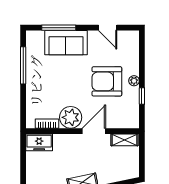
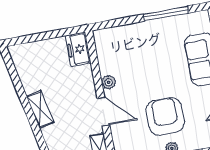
plant: (71, 117) -> (109, 82), width x0.53, depth x0.53
bookcase: (47, 124) -> (102, 54), removed

